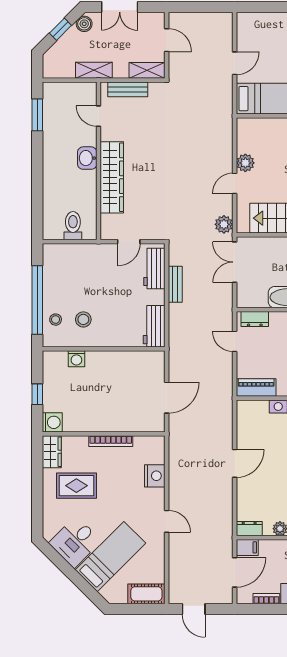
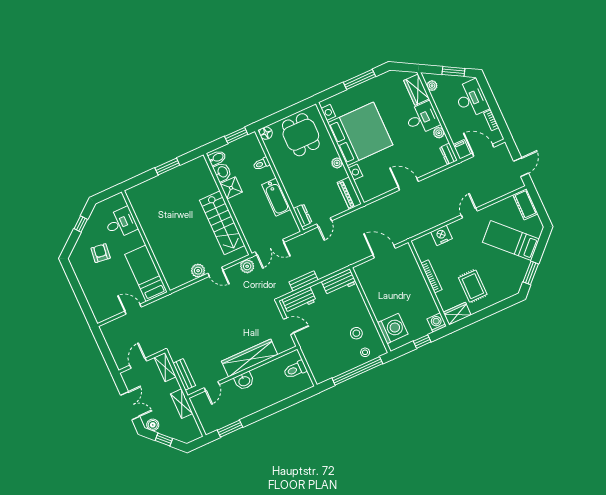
washing machine: (76, 359) -> (393, 328), width x1.89, depth x1.89
desk: (75, 542) -> (512, 269), removed
window: (61, 563) -> (531, 273), added

